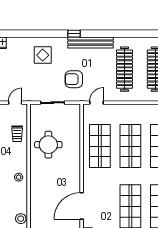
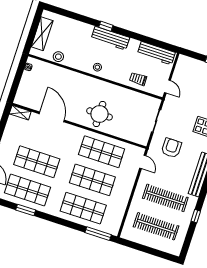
window: (133, 34) -> (196, 216), added
round table: (48, 145) -> (99, 114), moved

